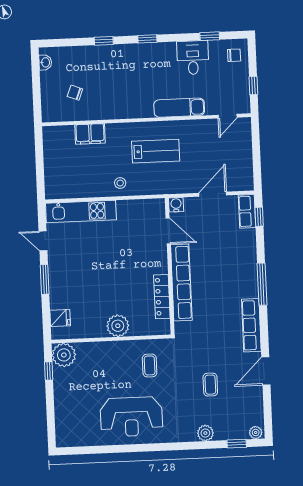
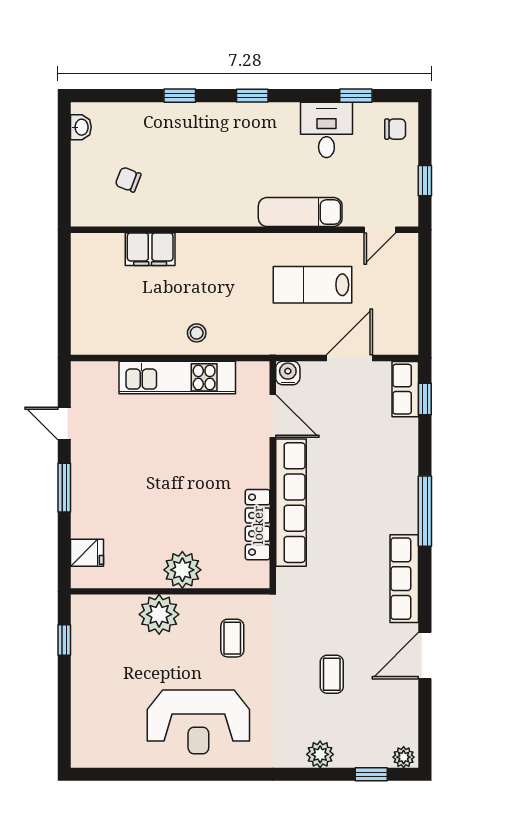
lab bench: (156, 151) -> (313, 285), moved, turned 180
kitchen unit: (81, 212) -> (177, 377), moved
plant: (64, 355) -> (159, 614), moved

